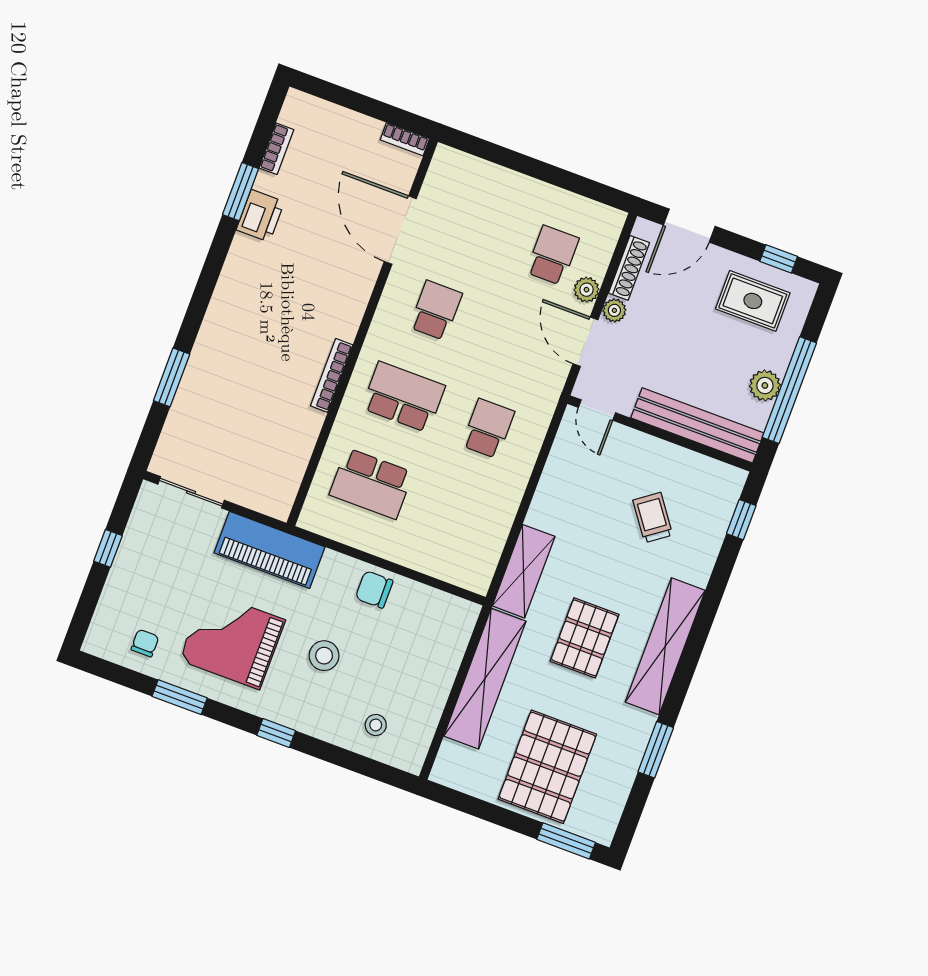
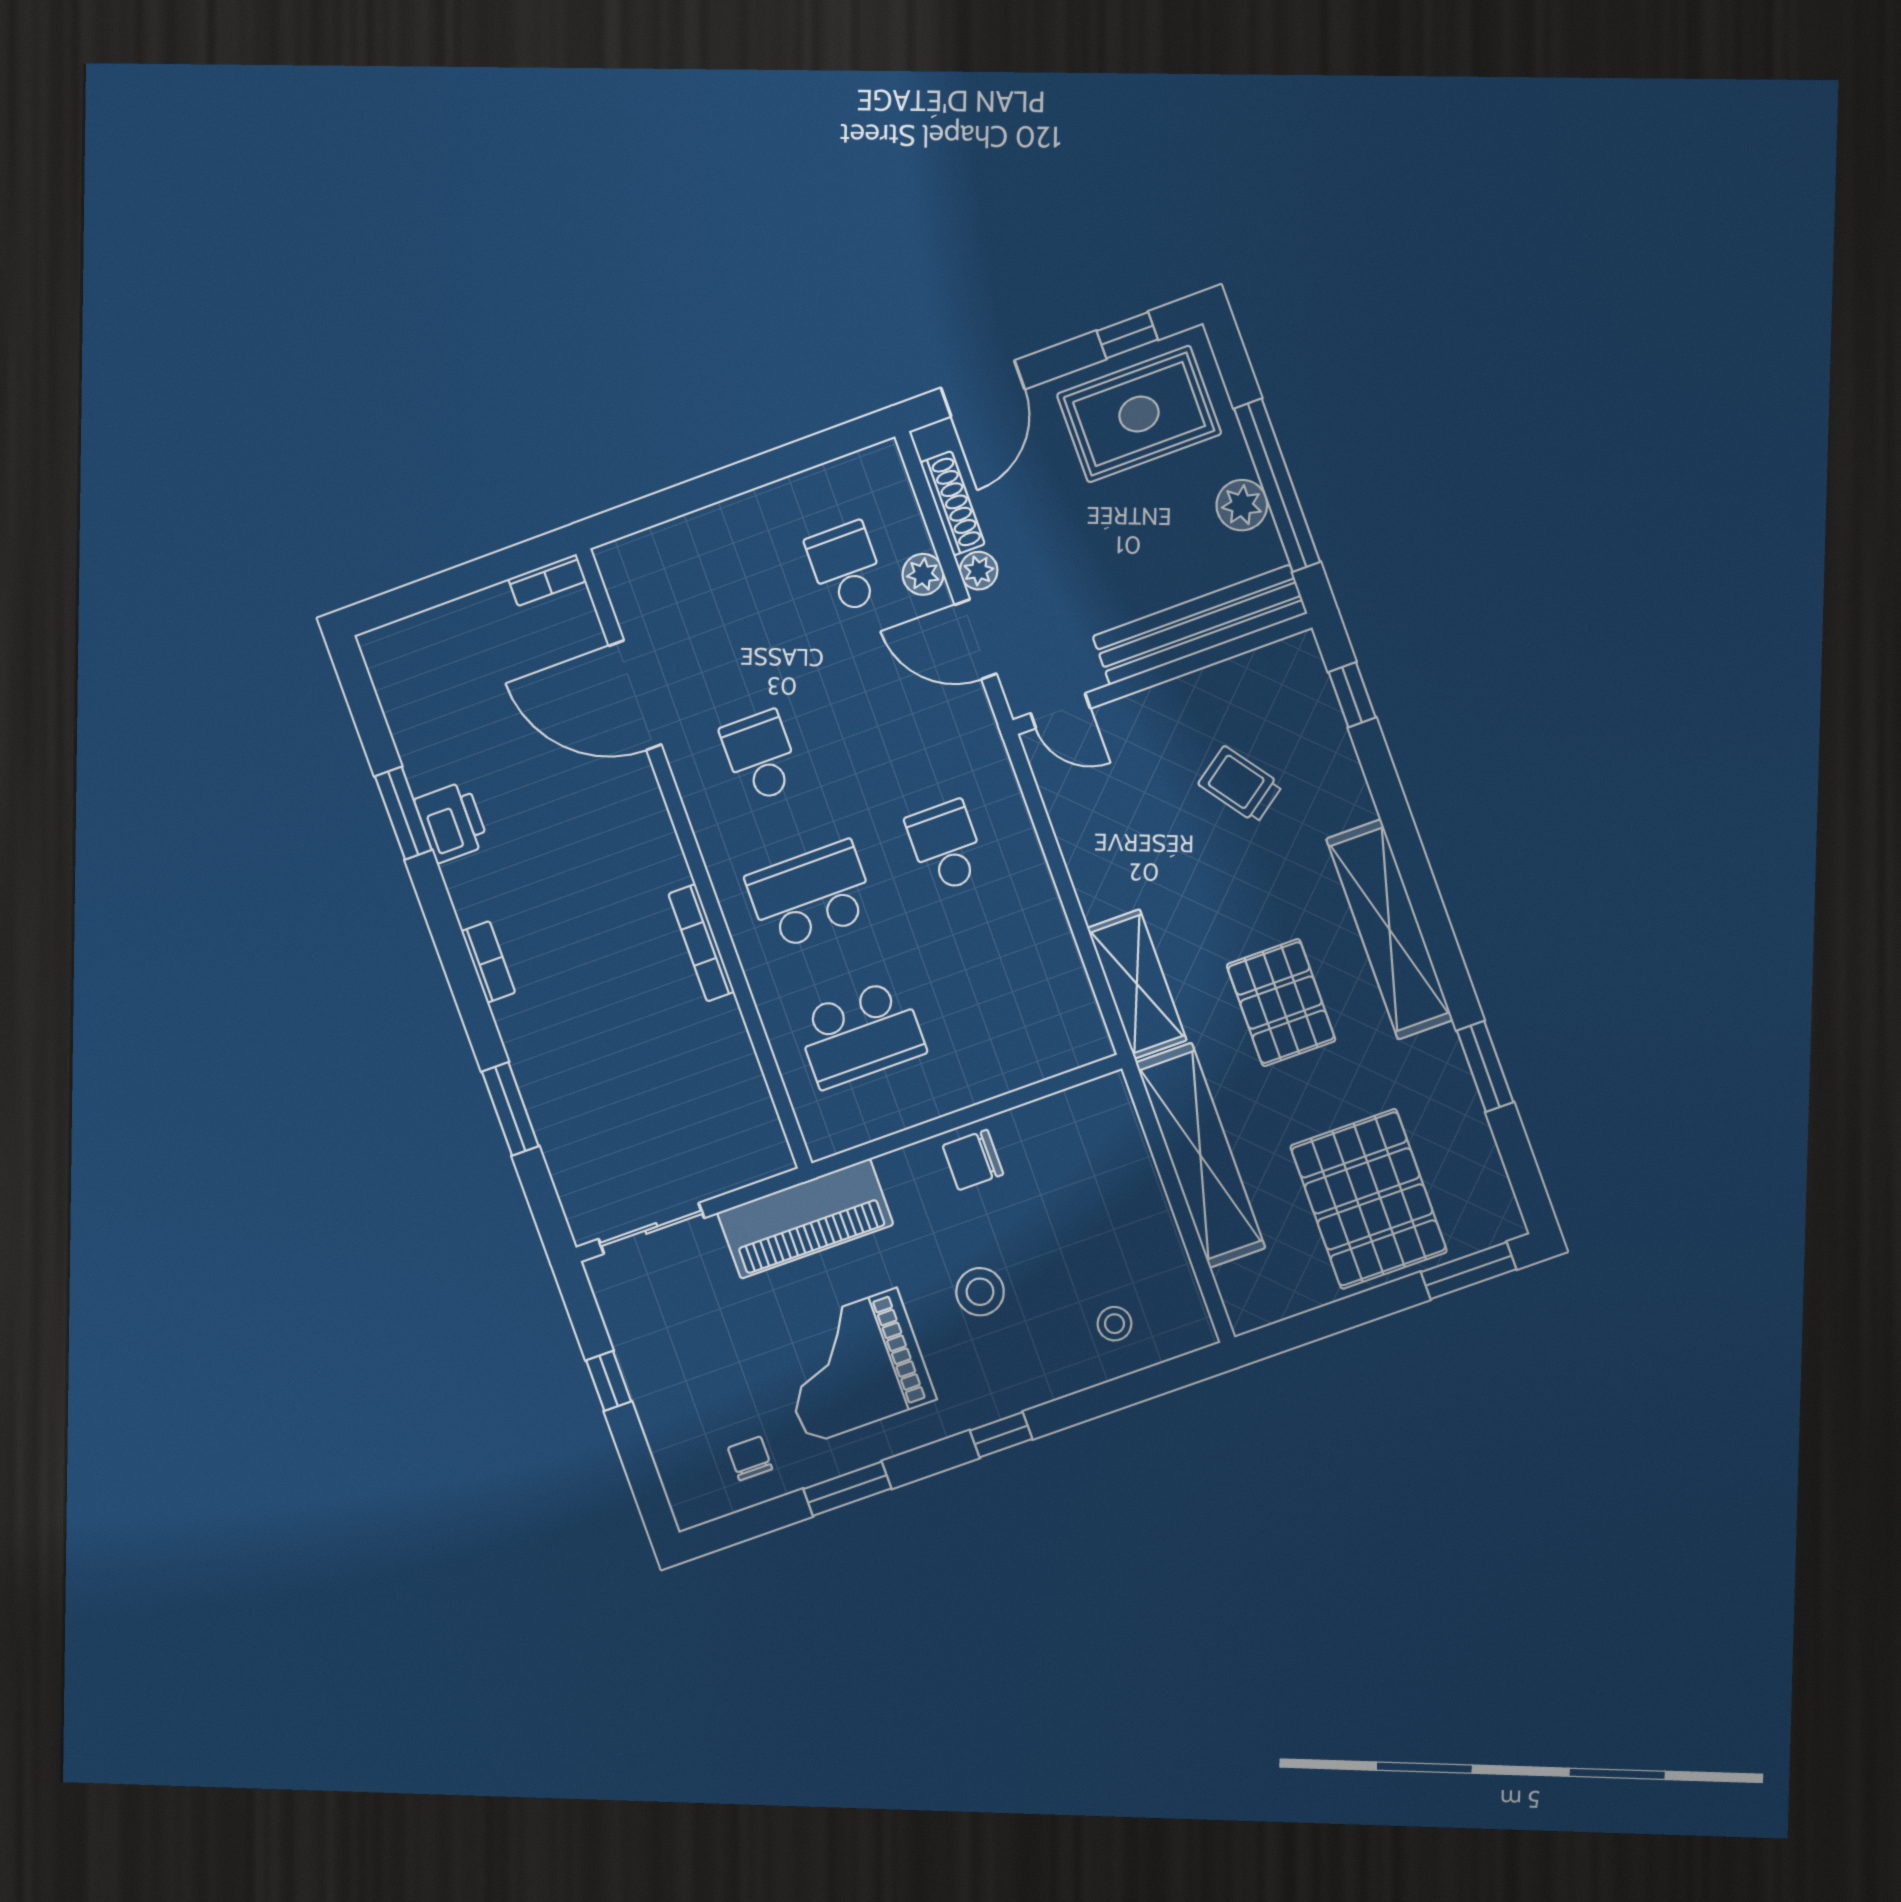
bookcase: (276, 149) -> (488, 962), moved
rug: (753, 301) -> (1139, 414), width x1.36, depth x1.43

